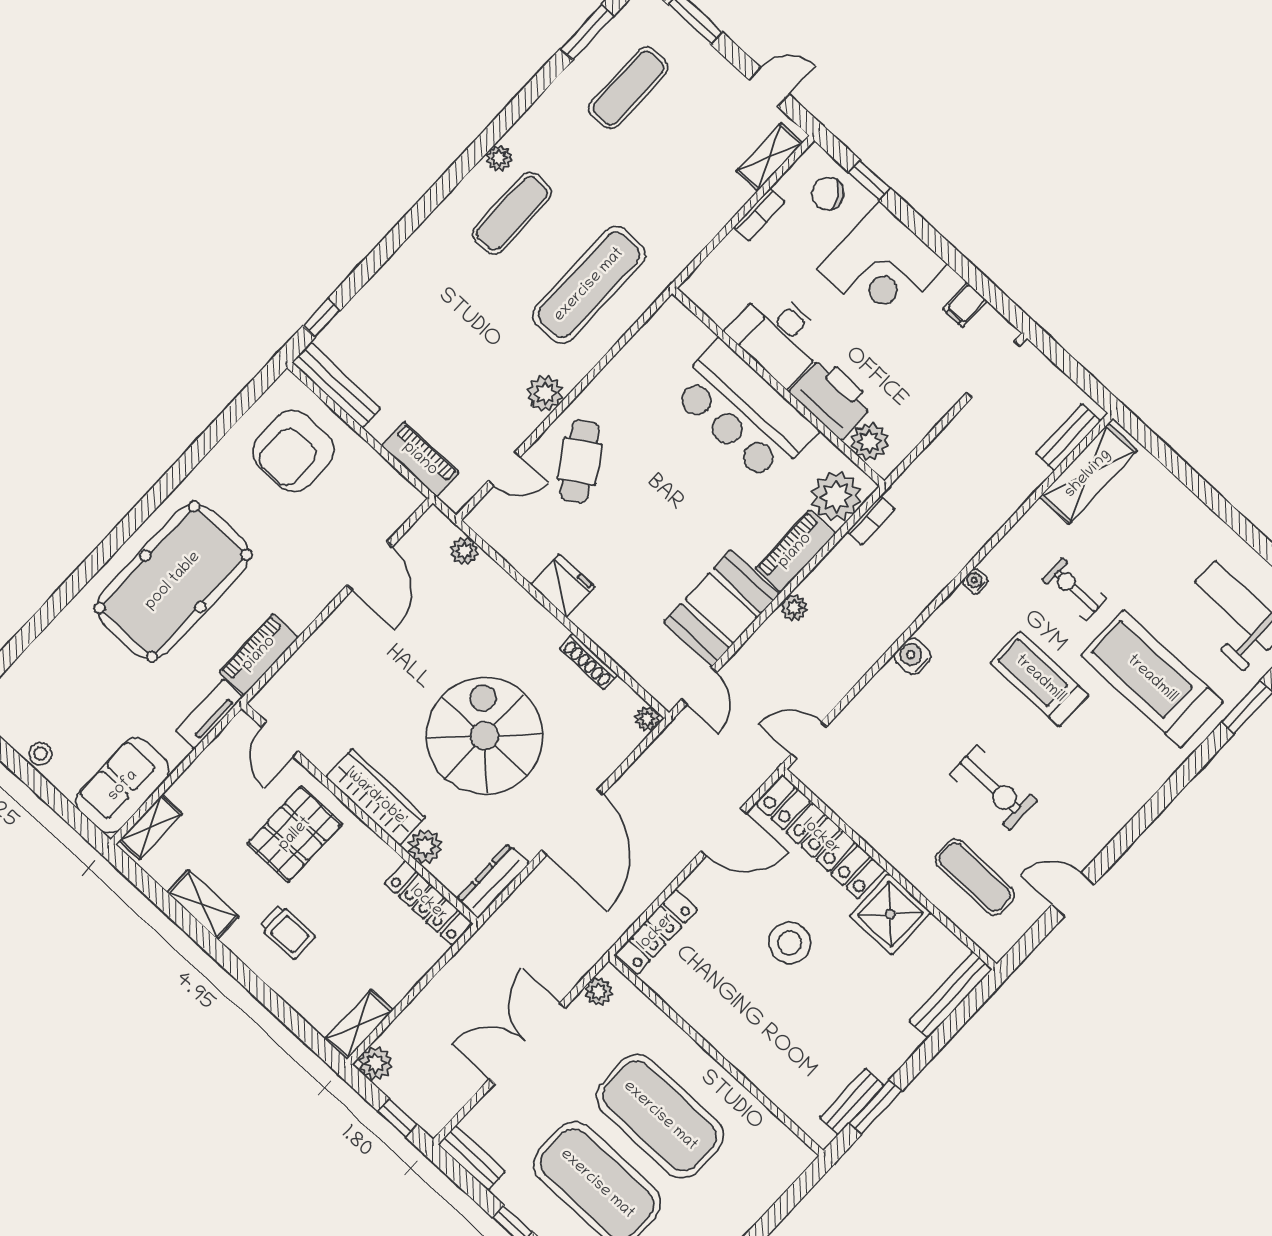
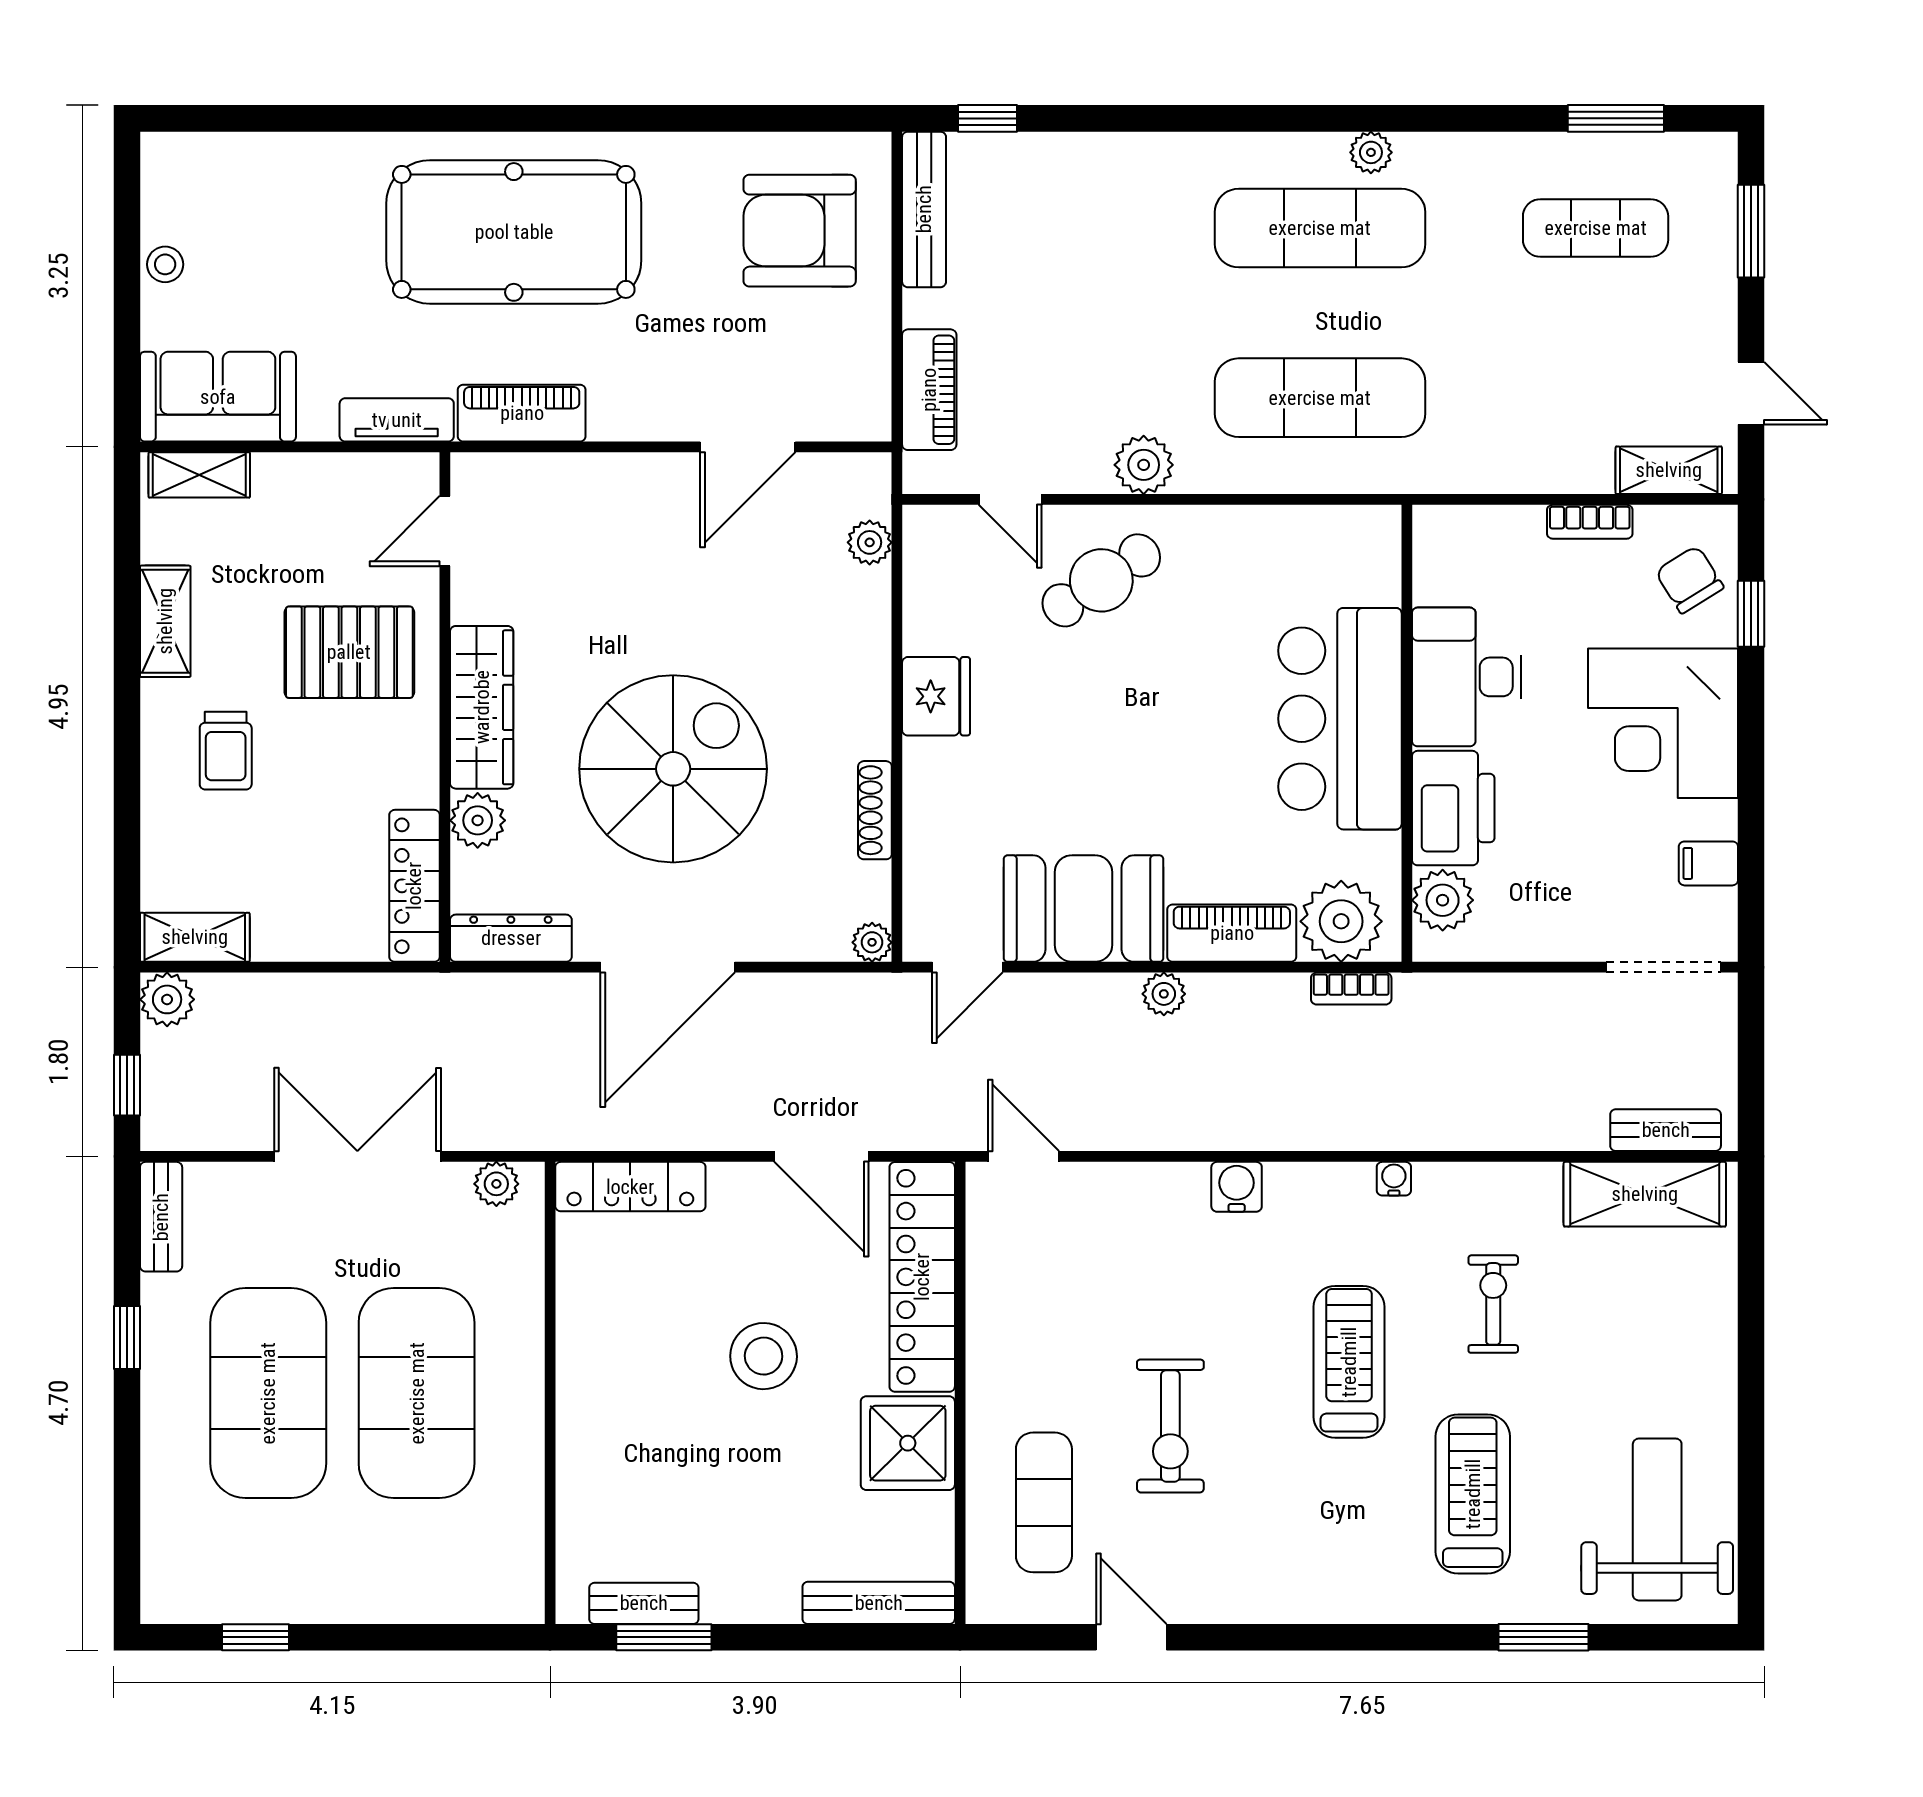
exercise mat: (512, 213) -> (1320, 228), width x1.36, depth x1.45
treadmill: (1152, 679) -> (1473, 1494), width x0.73, depth x0.73

